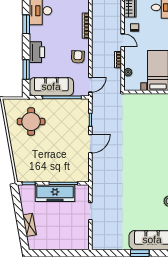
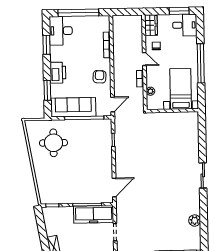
door: (90, 144) -> (114, 187), moved
freezer: (55, 193) -> (94, 214), moved

